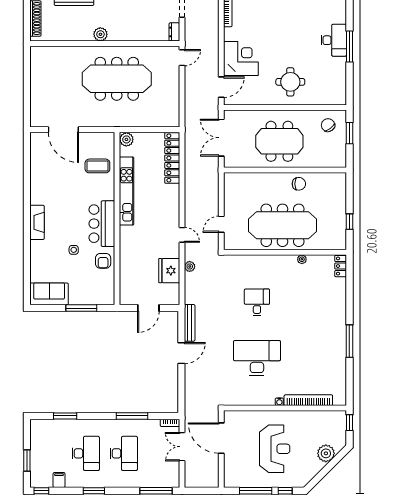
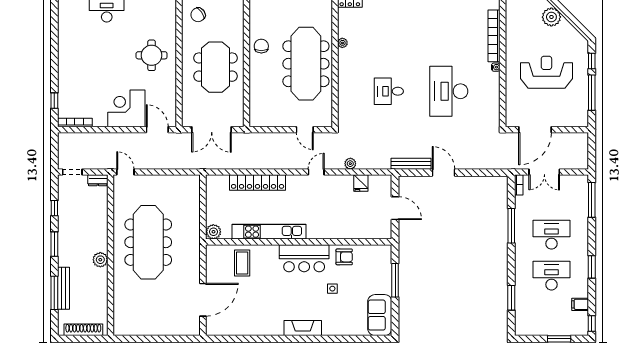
locker: (172, 158) -> (258, 182), moved
fridge: (169, 271) -> (361, 183), width x0.53, depth x0.75

